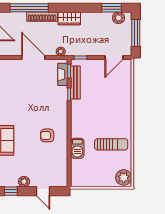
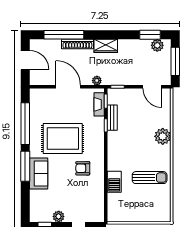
door: (114, 57) -> (152, 87), hinge flipped
bench: (75, 82) -> (112, 118), width x0.73
rug: (28, 107) -> (63, 138), added
plant: (124, 177) -> (163, 136), moved

